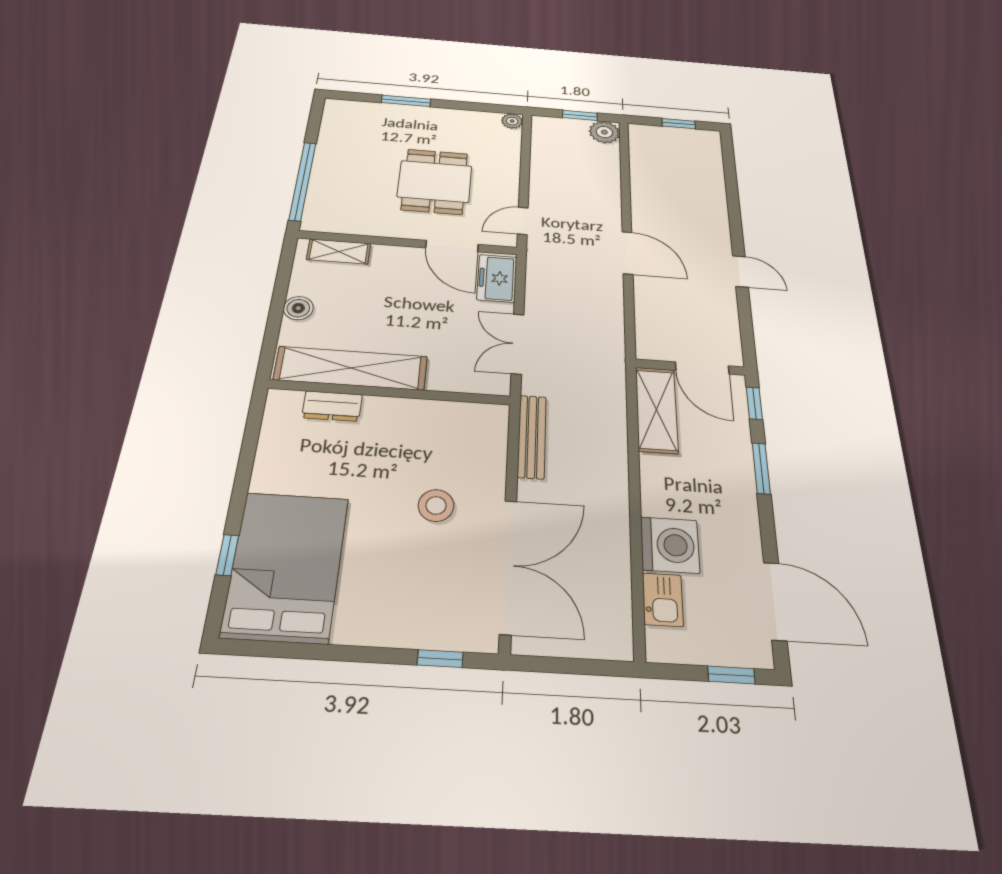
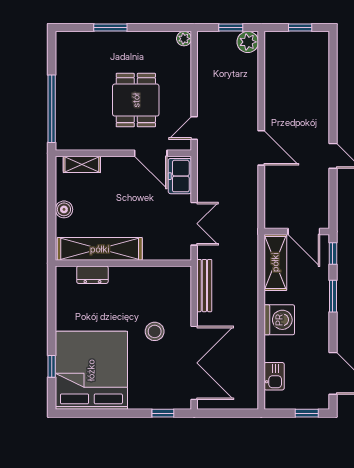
double door: (518, 344) -> (194, 224), swing flipped
washing machine: (670, 545) -> (279, 320), moved
bed: (286, 566) -> (91, 370), width x1.36

